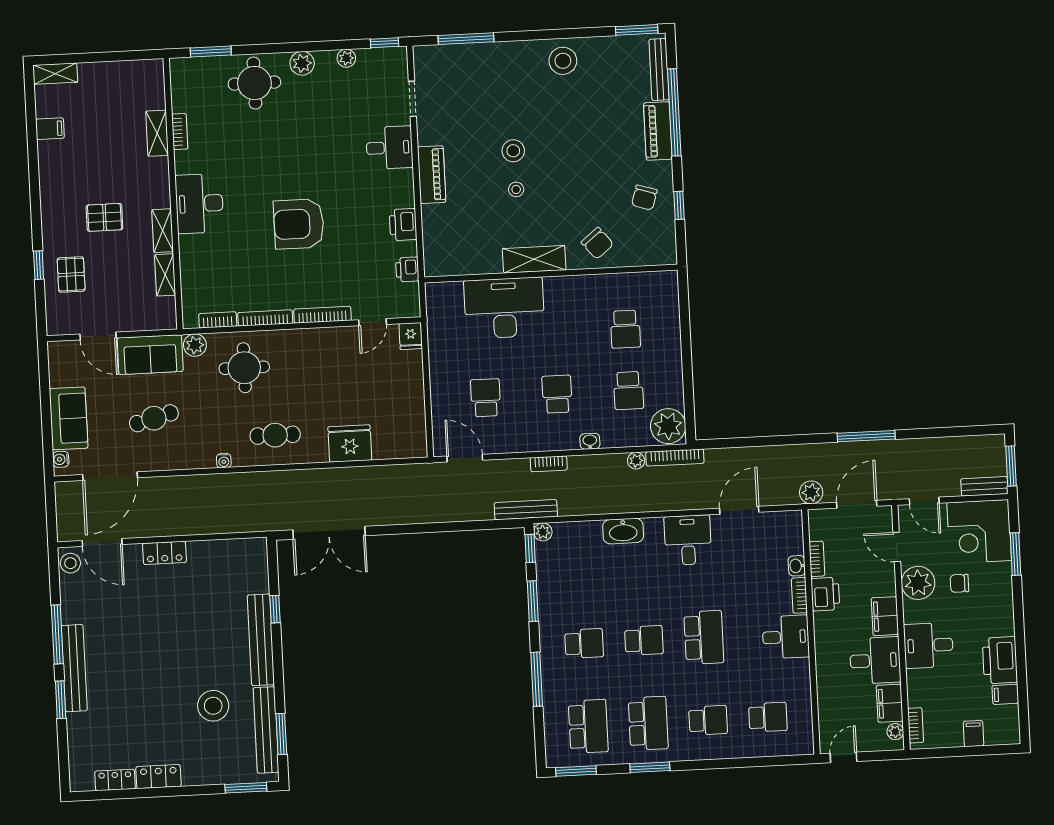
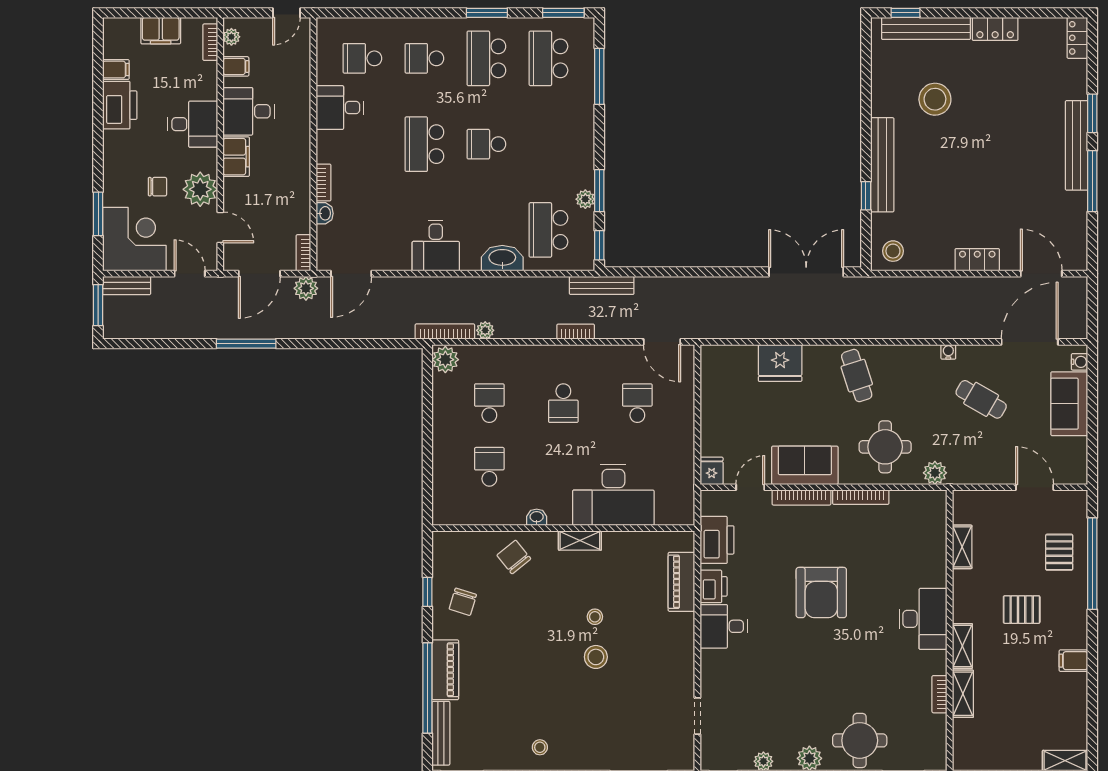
stool: (563, 61) -> (540, 747), width x0.53, depth x0.53
filing cabinet: (50, 129) -> (1073, 661), moved
desk: (389, 148) -> (724, 626), moved
piano: (432, 175) -> (681, 582), moved
chair: (644, 198) -> (463, 602), turned 180
armchair: (299, 224) -> (821, 593), turned 90
shelving: (163, 231) -> (962, 646), moved
shelving: (534, 259) -> (580, 541), width x0.67, depth x0.75
window: (39, 265) -> (1092, 564), width x3.17
printer: (407, 269) -> (717, 540), width x1.87, depth x1.48
bookcase: (218, 320) -> (910, 498), removed
sofa: (150, 355) -> (805, 465), moved
school desk: (486, 398) -> (637, 403), turned 180
cafe table: (154, 418) -> (981, 399), turned 45
plant: (668, 426) -> (445, 360), width x0.73, depth x0.73
cafe table: (275, 435) -> (857, 376), turned 72
washbasin: (590, 441) -> (537, 517), moved, turned 180
water cooler: (224, 461) -> (948, 352), moved
door: (739, 510) -> (351, 274), moved
plant: (543, 532) -> (585, 199), moved
bookcase: (817, 559) -> (303, 253), moved
stool: (70, 563) -> (893, 251), moved
printer: (825, 594) -> (297, 183), removed
desk: (786, 637) -> (340, 108), moved
school desk: (584, 643) -> (548, 230), moved, width x1.85
window: (537, 679) -> (599, 76), moved
filing cabinet: (890, 703) -> (236, 66), width x0.50
bench: (266, 730) -> (926, 28), moved, turned 90
window: (281, 734) -> (866, 67), removed
filing cabinet: (974, 734) -> (161, 31), width x2.00
locker: (115, 780) -> (1077, 38), moved, turned 90
window: (246, 788) -> (906, 13), width x0.67

